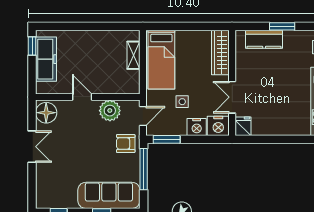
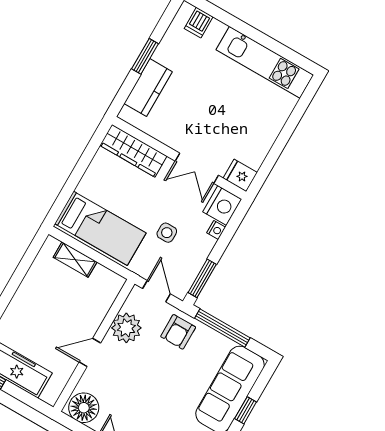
nightstand: (197, 127) -> (216, 230), width x0.53, depth x0.56

